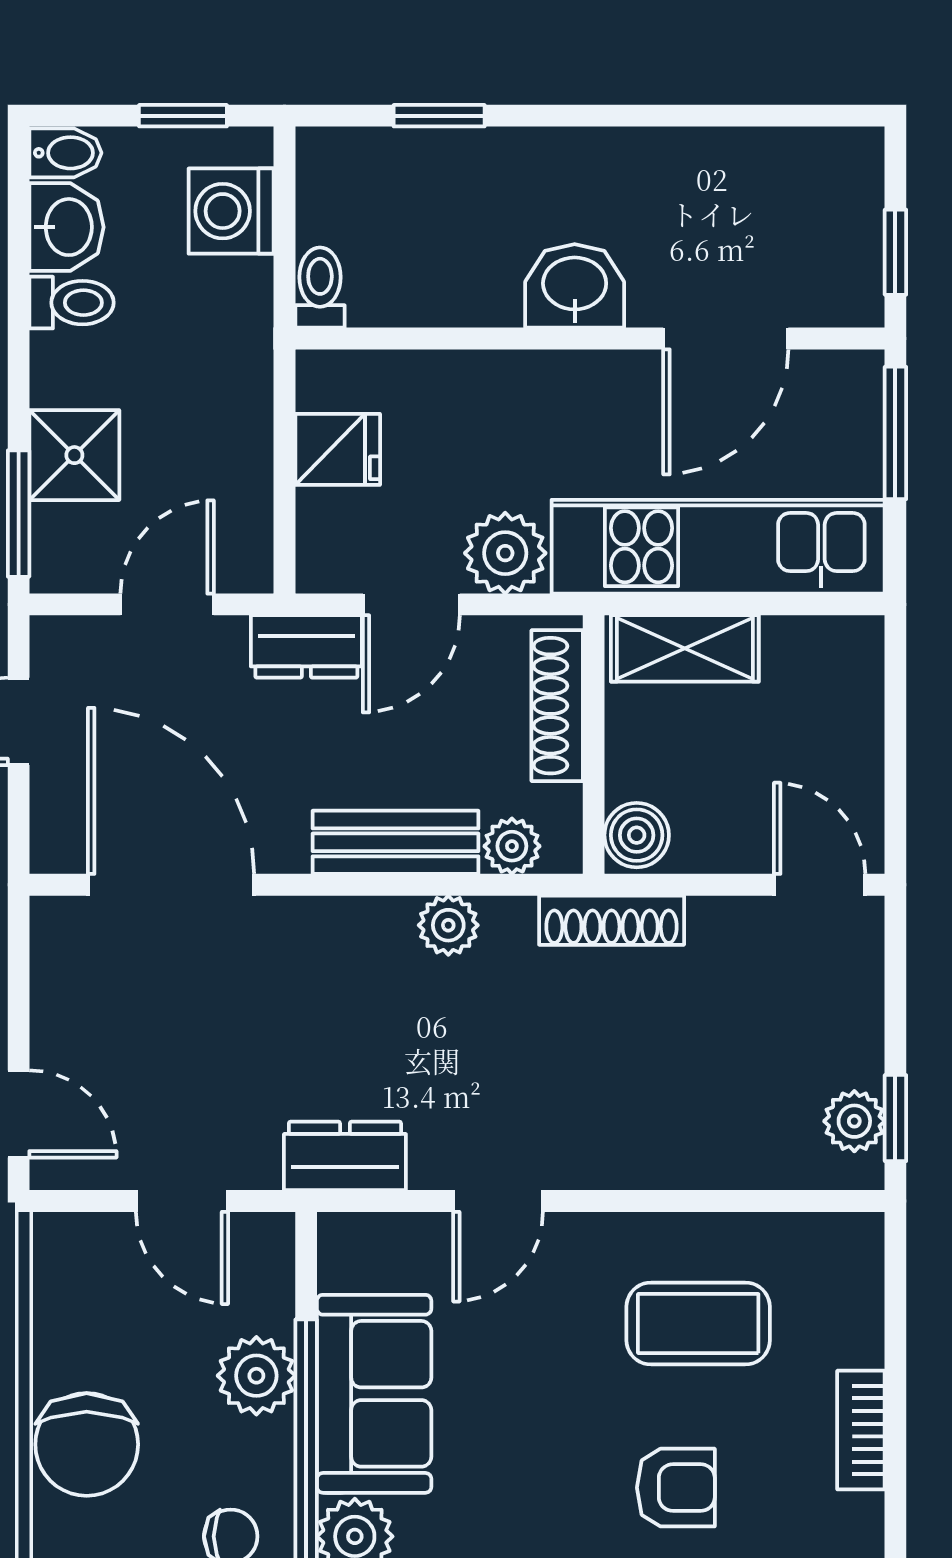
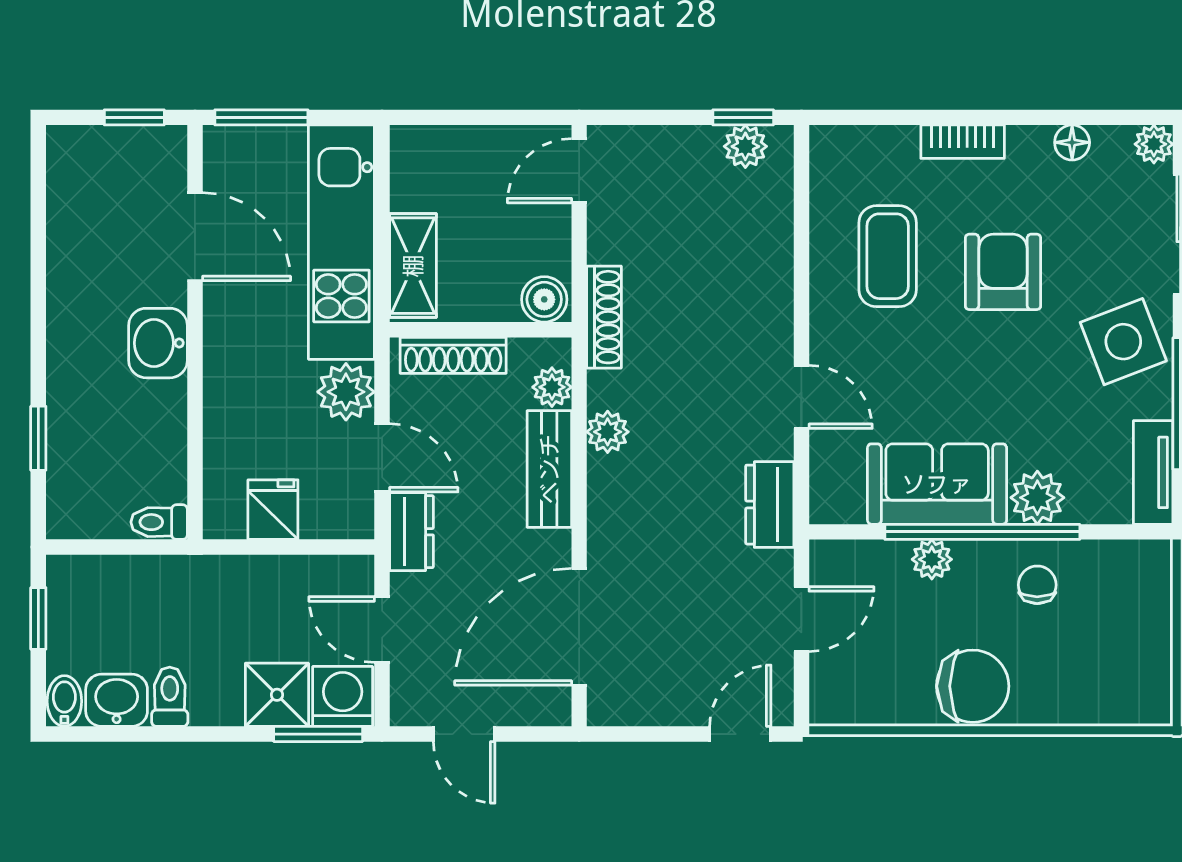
washing machine: (231, 211) -> (343, 696), moved, turned 180
plant: (256, 1376) -> (932, 559), width x0.73, depth x0.73
armchair: (676, 1488) -> (1003, 272), width x1.38, depth x1.38

